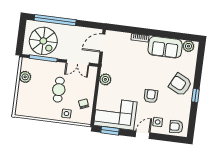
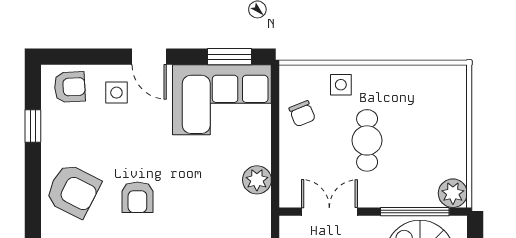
plant: (25, 77) -> (453, 193), moved
window: (195, 95) -> (33, 126), moved
armchair: (151, 96) -> (137, 197), moved
door: (143, 135) -> (149, 57), hinge flipped

